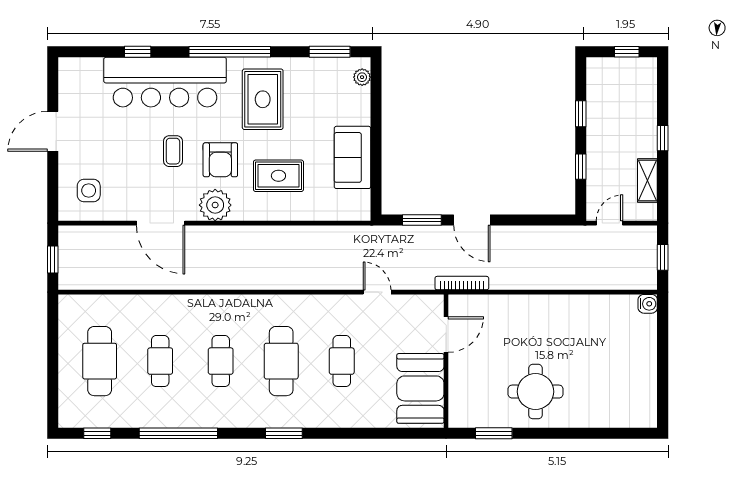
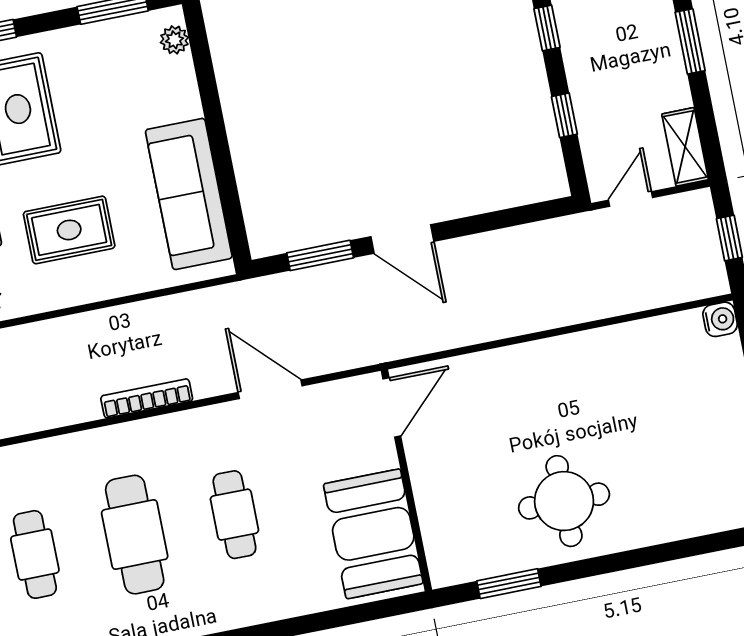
window: (663, 138) -> (690, 41), width x1.50
sofa: (352, 157) -> (189, 194), width x1.36
shelving: (647, 181) -> (685, 147), moved
bookcase: (462, 283) -> (147, 398), moved
door: (377, 292) -> (270, 389), width x1.38
door: (446, 335) -> (392, 407), moved

